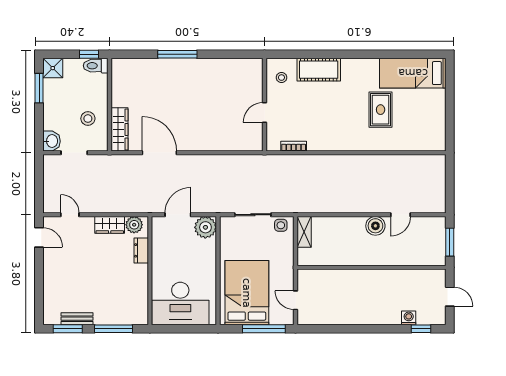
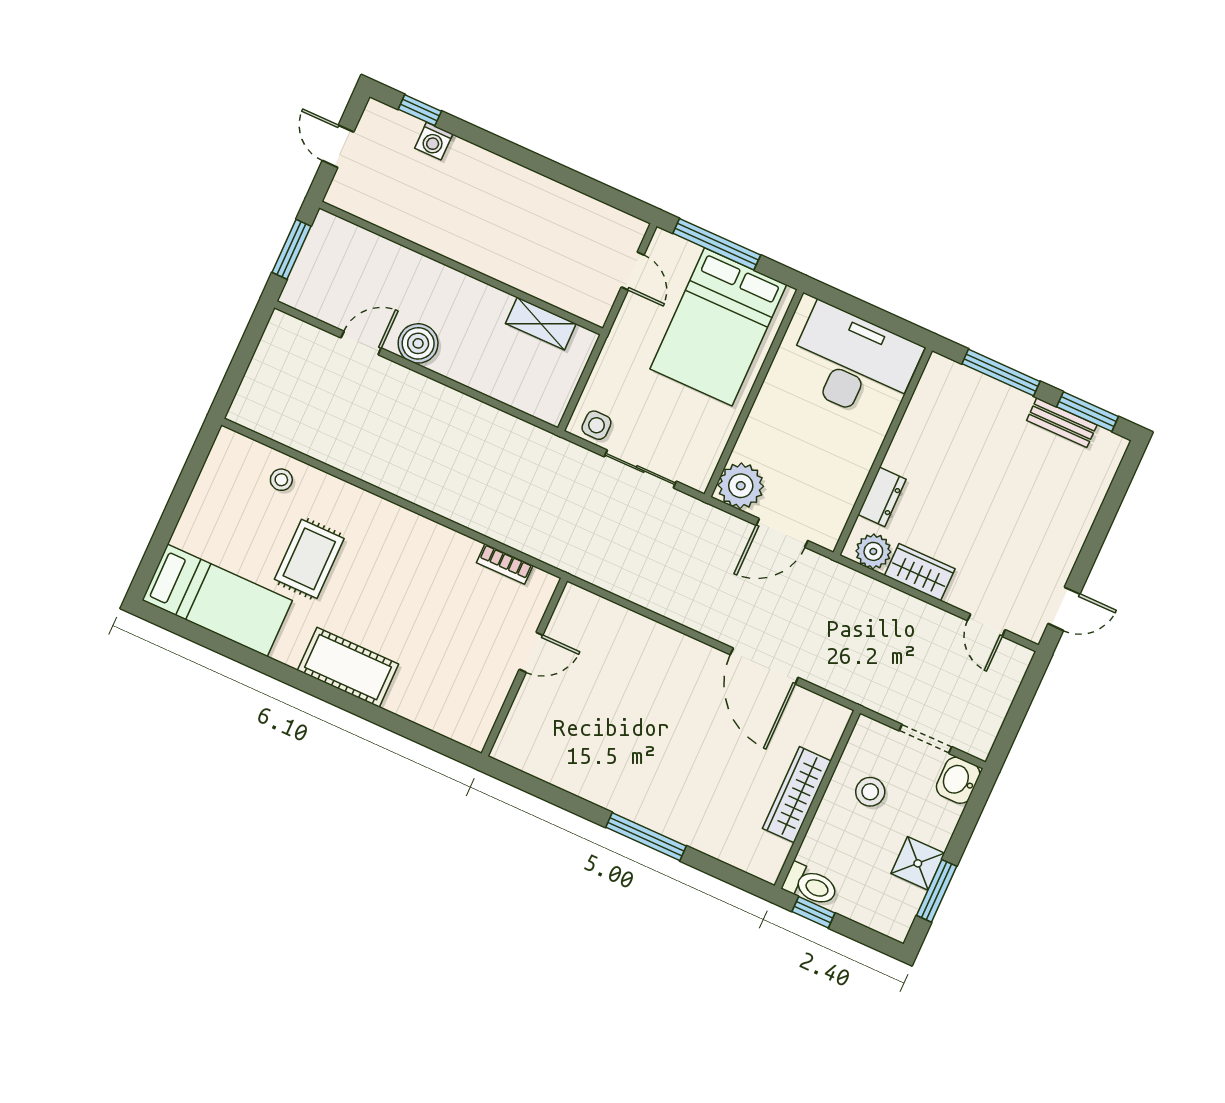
shower: (53, 68) -> (918, 863), moved
cot: (319, 70) -> (348, 667), moved
stool: (281, 78) -> (281, 480), moved
wardrobe: (119, 129) -> (797, 795), moved
shelving: (304, 232) -> (541, 324), moved, turned 90
door: (39, 237) -> (1064, 609), swing flipped

